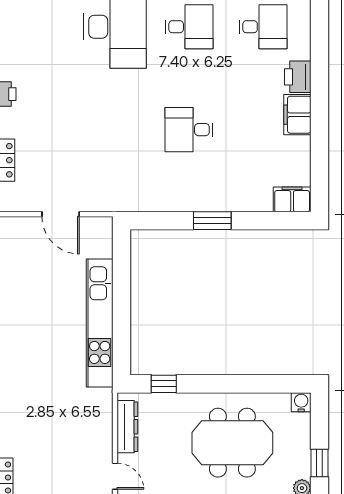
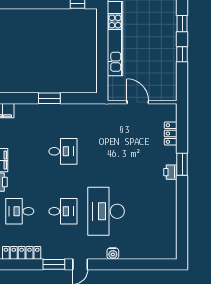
desk: (189, 27) -> (63, 211), turned 180

